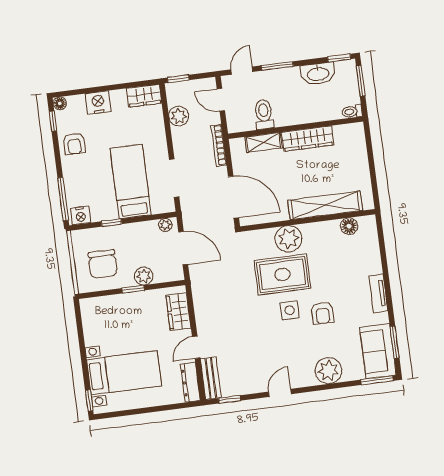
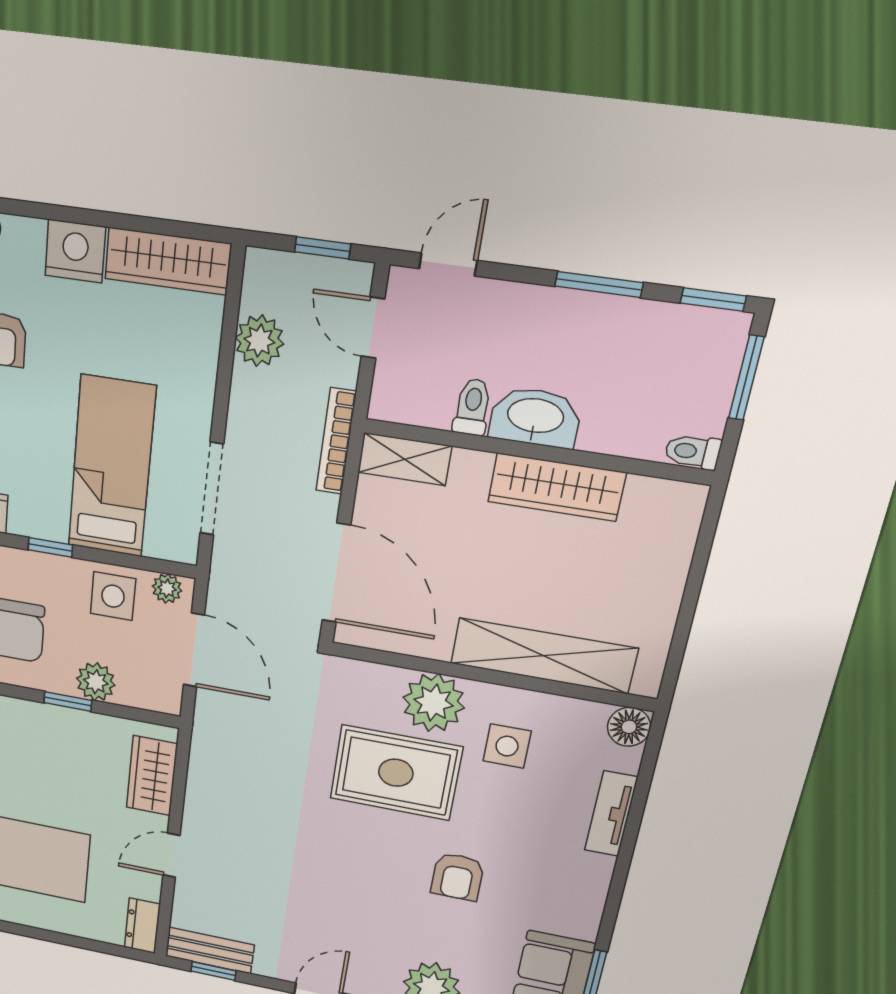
window: (277, 66) -> (599, 284), moved
washbasin: (318, 74) -> (535, 417), moved, turned 180
window: (178, 79) -> (323, 248), moved
wardrobe: (144, 96) -> (168, 261), width x1.50
toilet: (264, 114) -> (472, 407), width x0.73, depth x0.72
shelving: (263, 142) -> (405, 459), moved
floor lamp: (349, 226) -> (629, 727), moved
side table: (143, 235) -> (113, 596), added
tv unit: (378, 293) -> (611, 814), moved
side table: (290, 310) -> (507, 746), moved
bench: (211, 378) -> (210, 950), moved, turned 90
dresser: (190, 382) -> (142, 926), width x0.70

